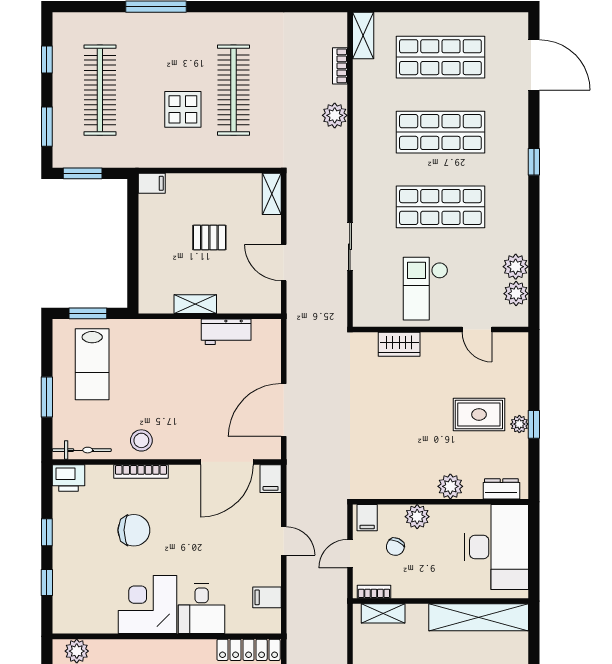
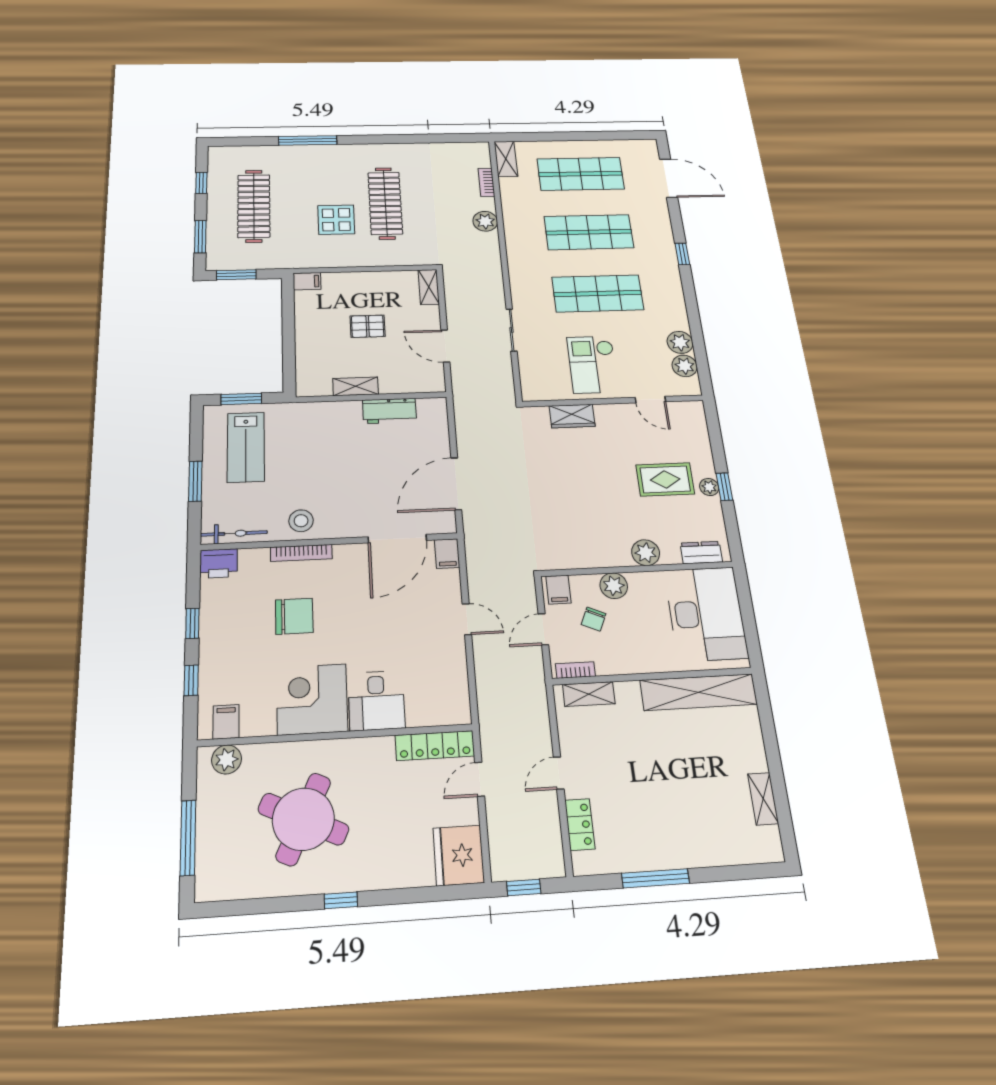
filing cabinet: (267, 597) -> (226, 722), moved, turned 90

